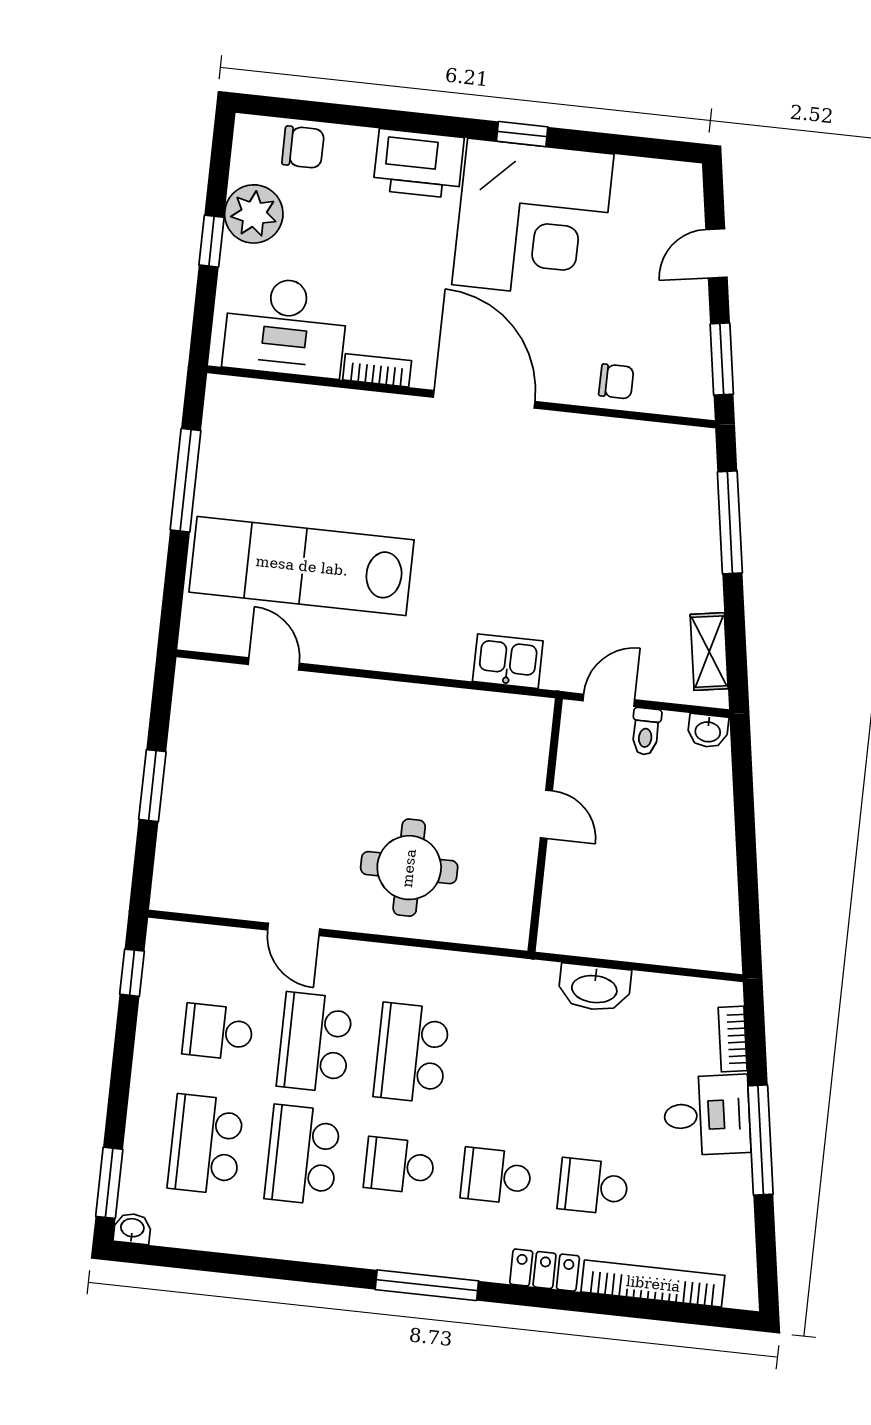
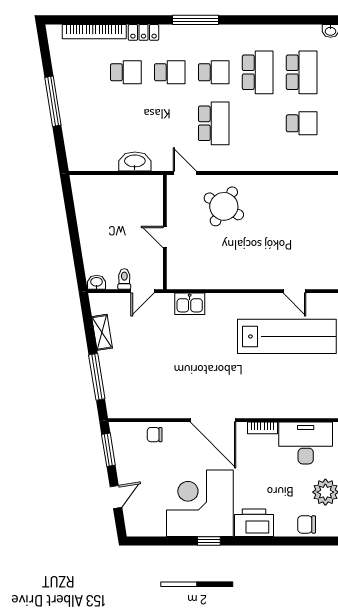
shelving: (709, 652) -> (102, 332), moved
round table: (409, 868) -> (224, 206), turned 30
door: (294, 929) -> (185, 173), moved
bookcase: (733, 1039) -> (70, 145), removed
school desk: (315, 1042) -> (258, 123), removed
desk: (707, 1115) -> (78, 110), removed

